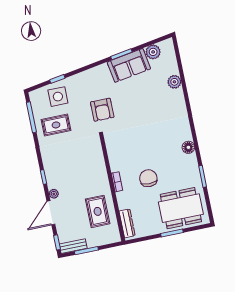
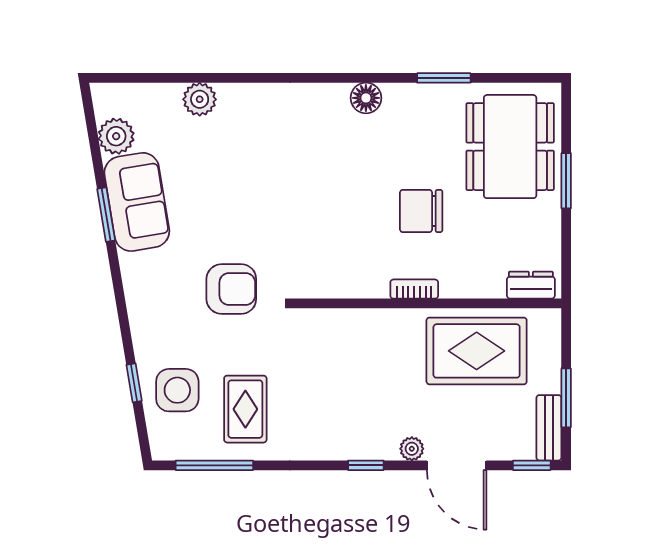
rug: (98, 211) -> (477, 351), width x1.36, depth x1.43
dresser: (127, 223) -> (531, 285), width x0.70

